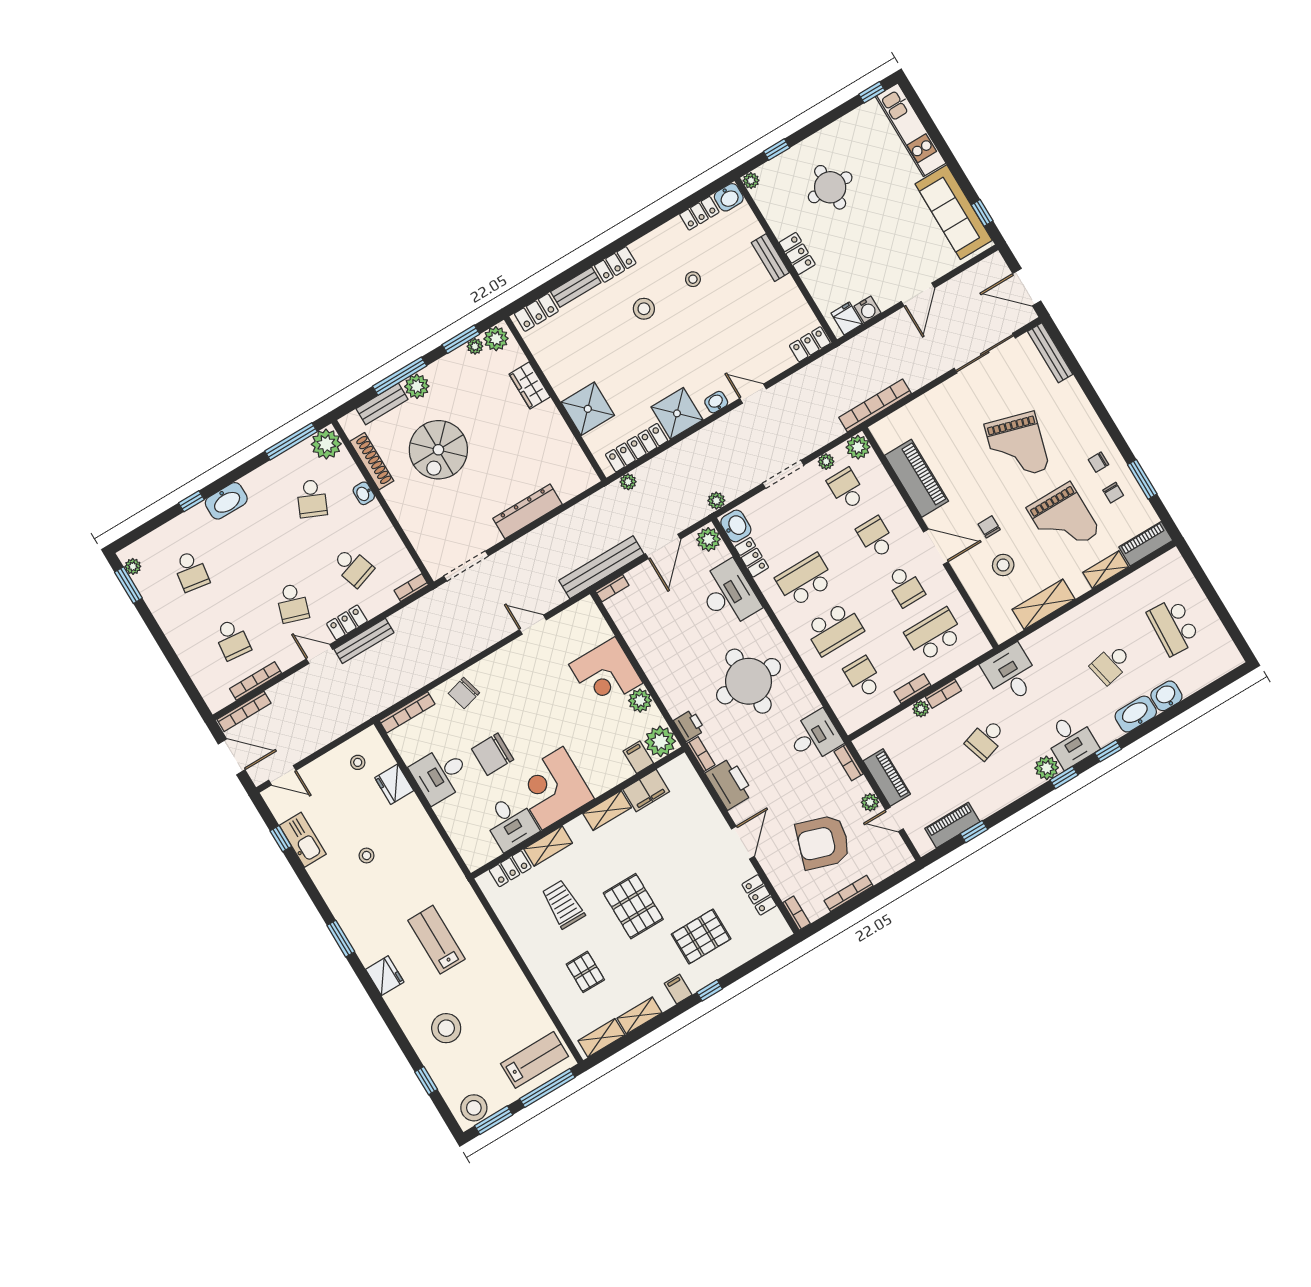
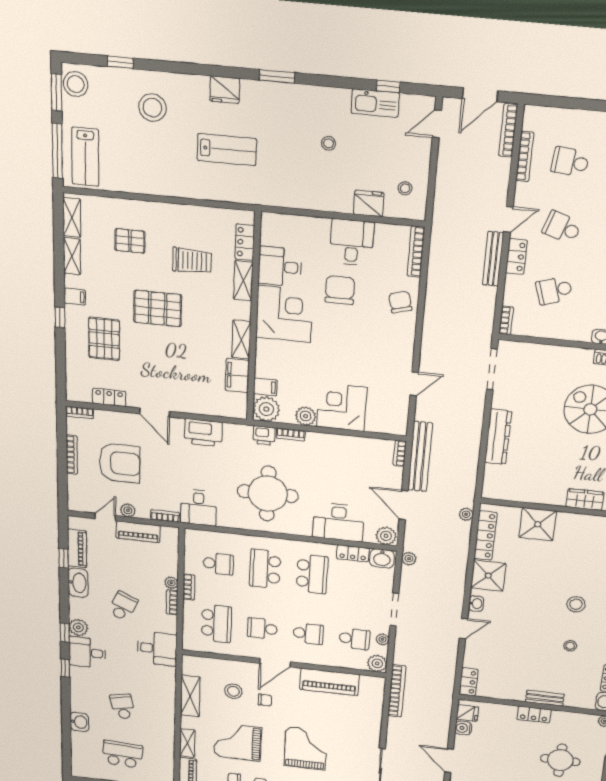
grand piano: (1017, 446) -> (306, 748), turned 74
washbasin: (1136, 714) -> (78, 583), moved
school desk: (986, 739) -> (123, 606), turned 42
bookcase: (701, 754) -> (291, 434), moved
armchair: (823, 842) -> (120, 463), turned 72

